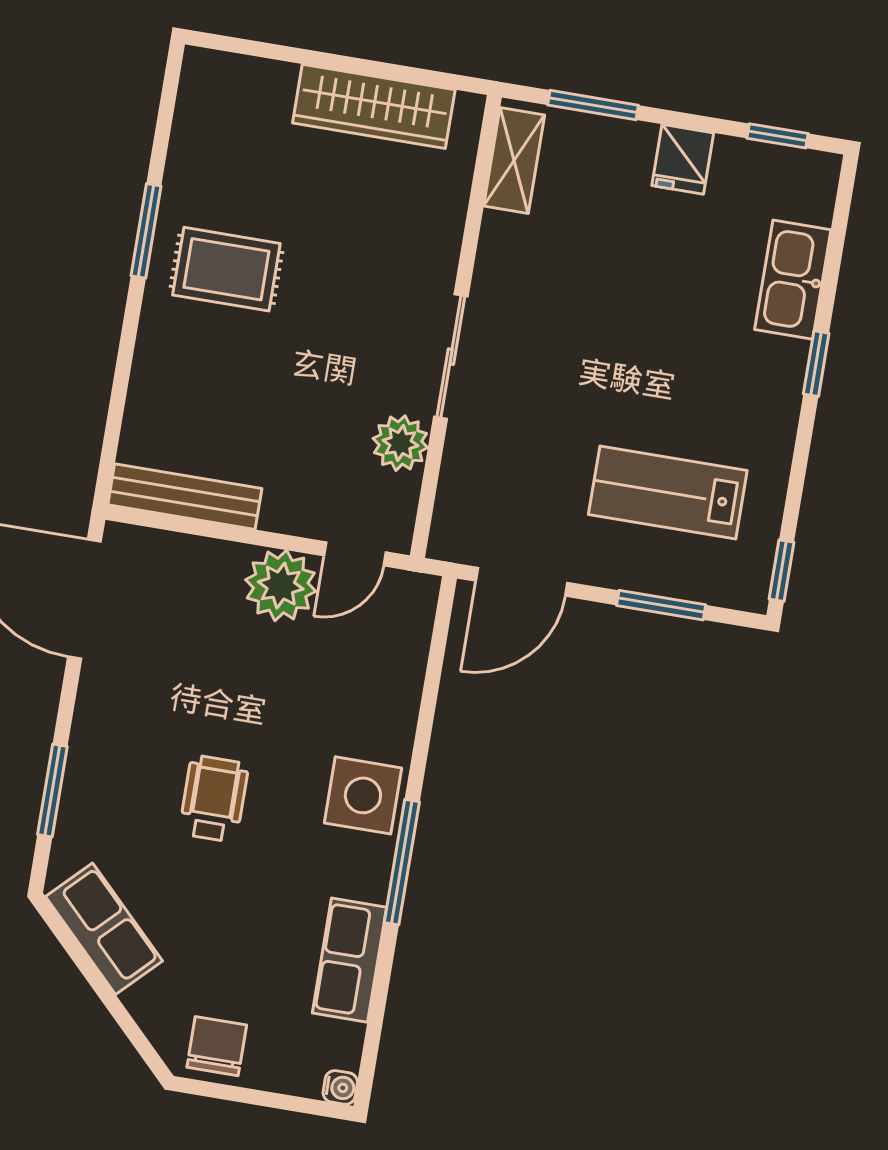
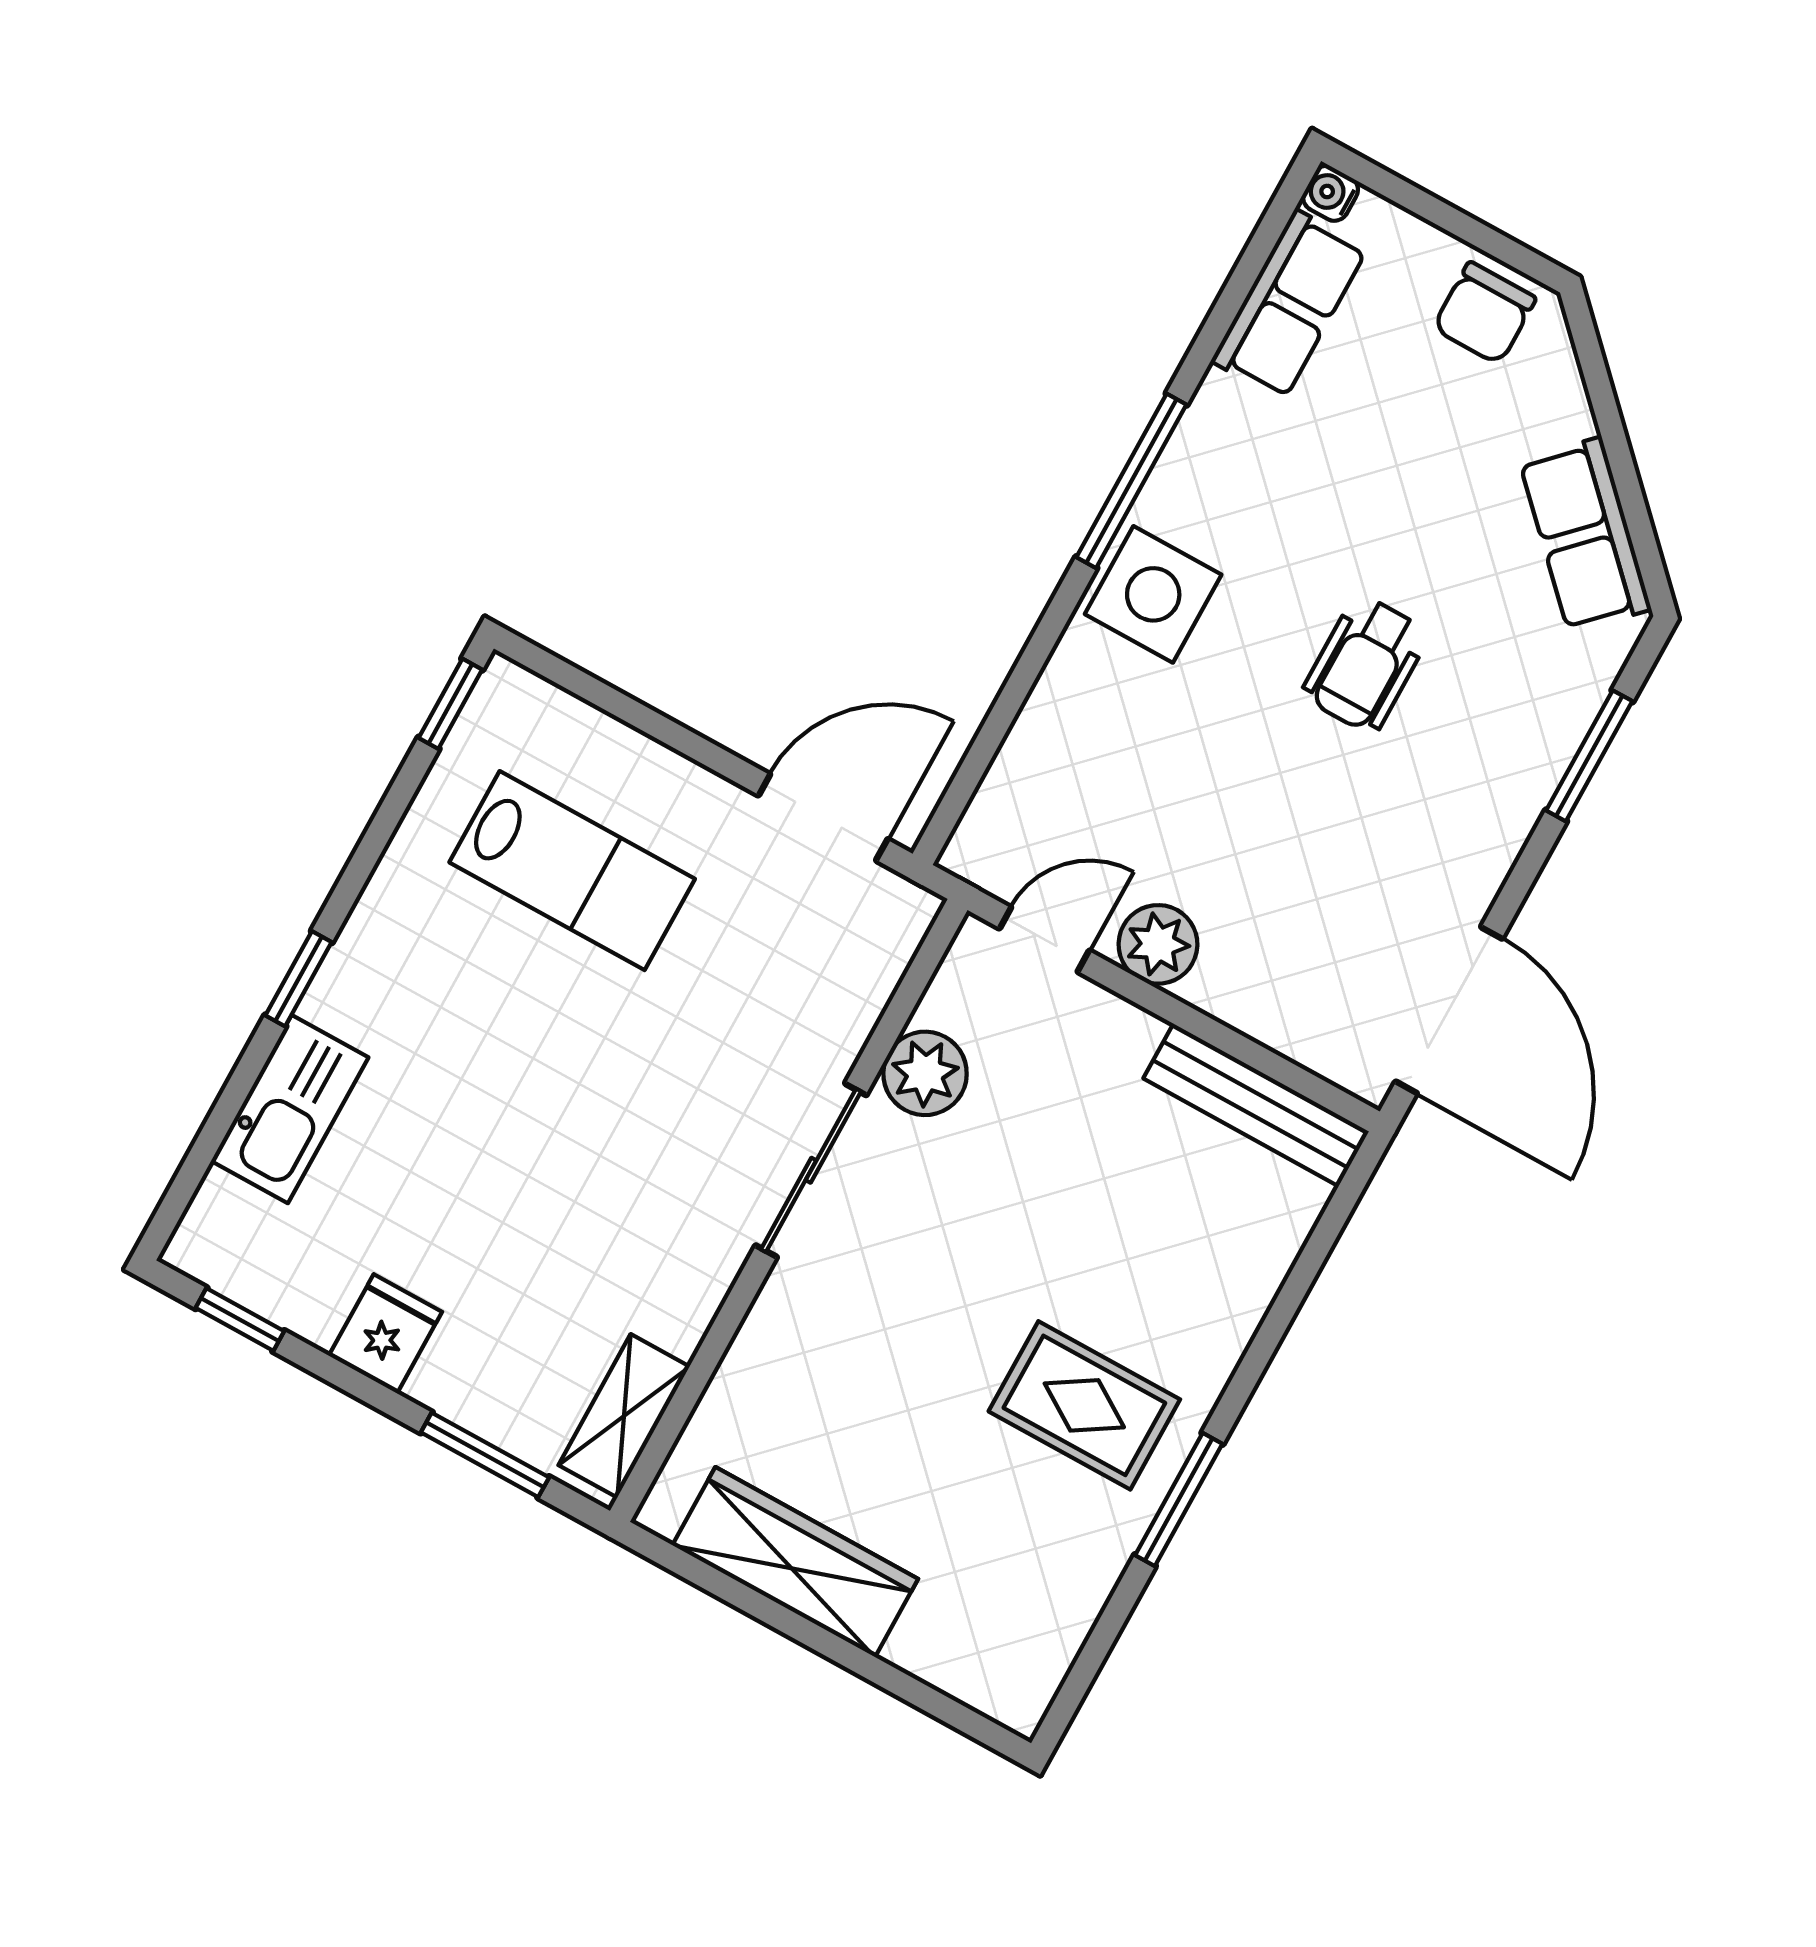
plant: (281, 585) -> (1158, 944), width x0.73, depth x0.73
window: (661, 605) -> (638, 715), removed
row of seats: (349, 960) -> (1289, 305), moved

